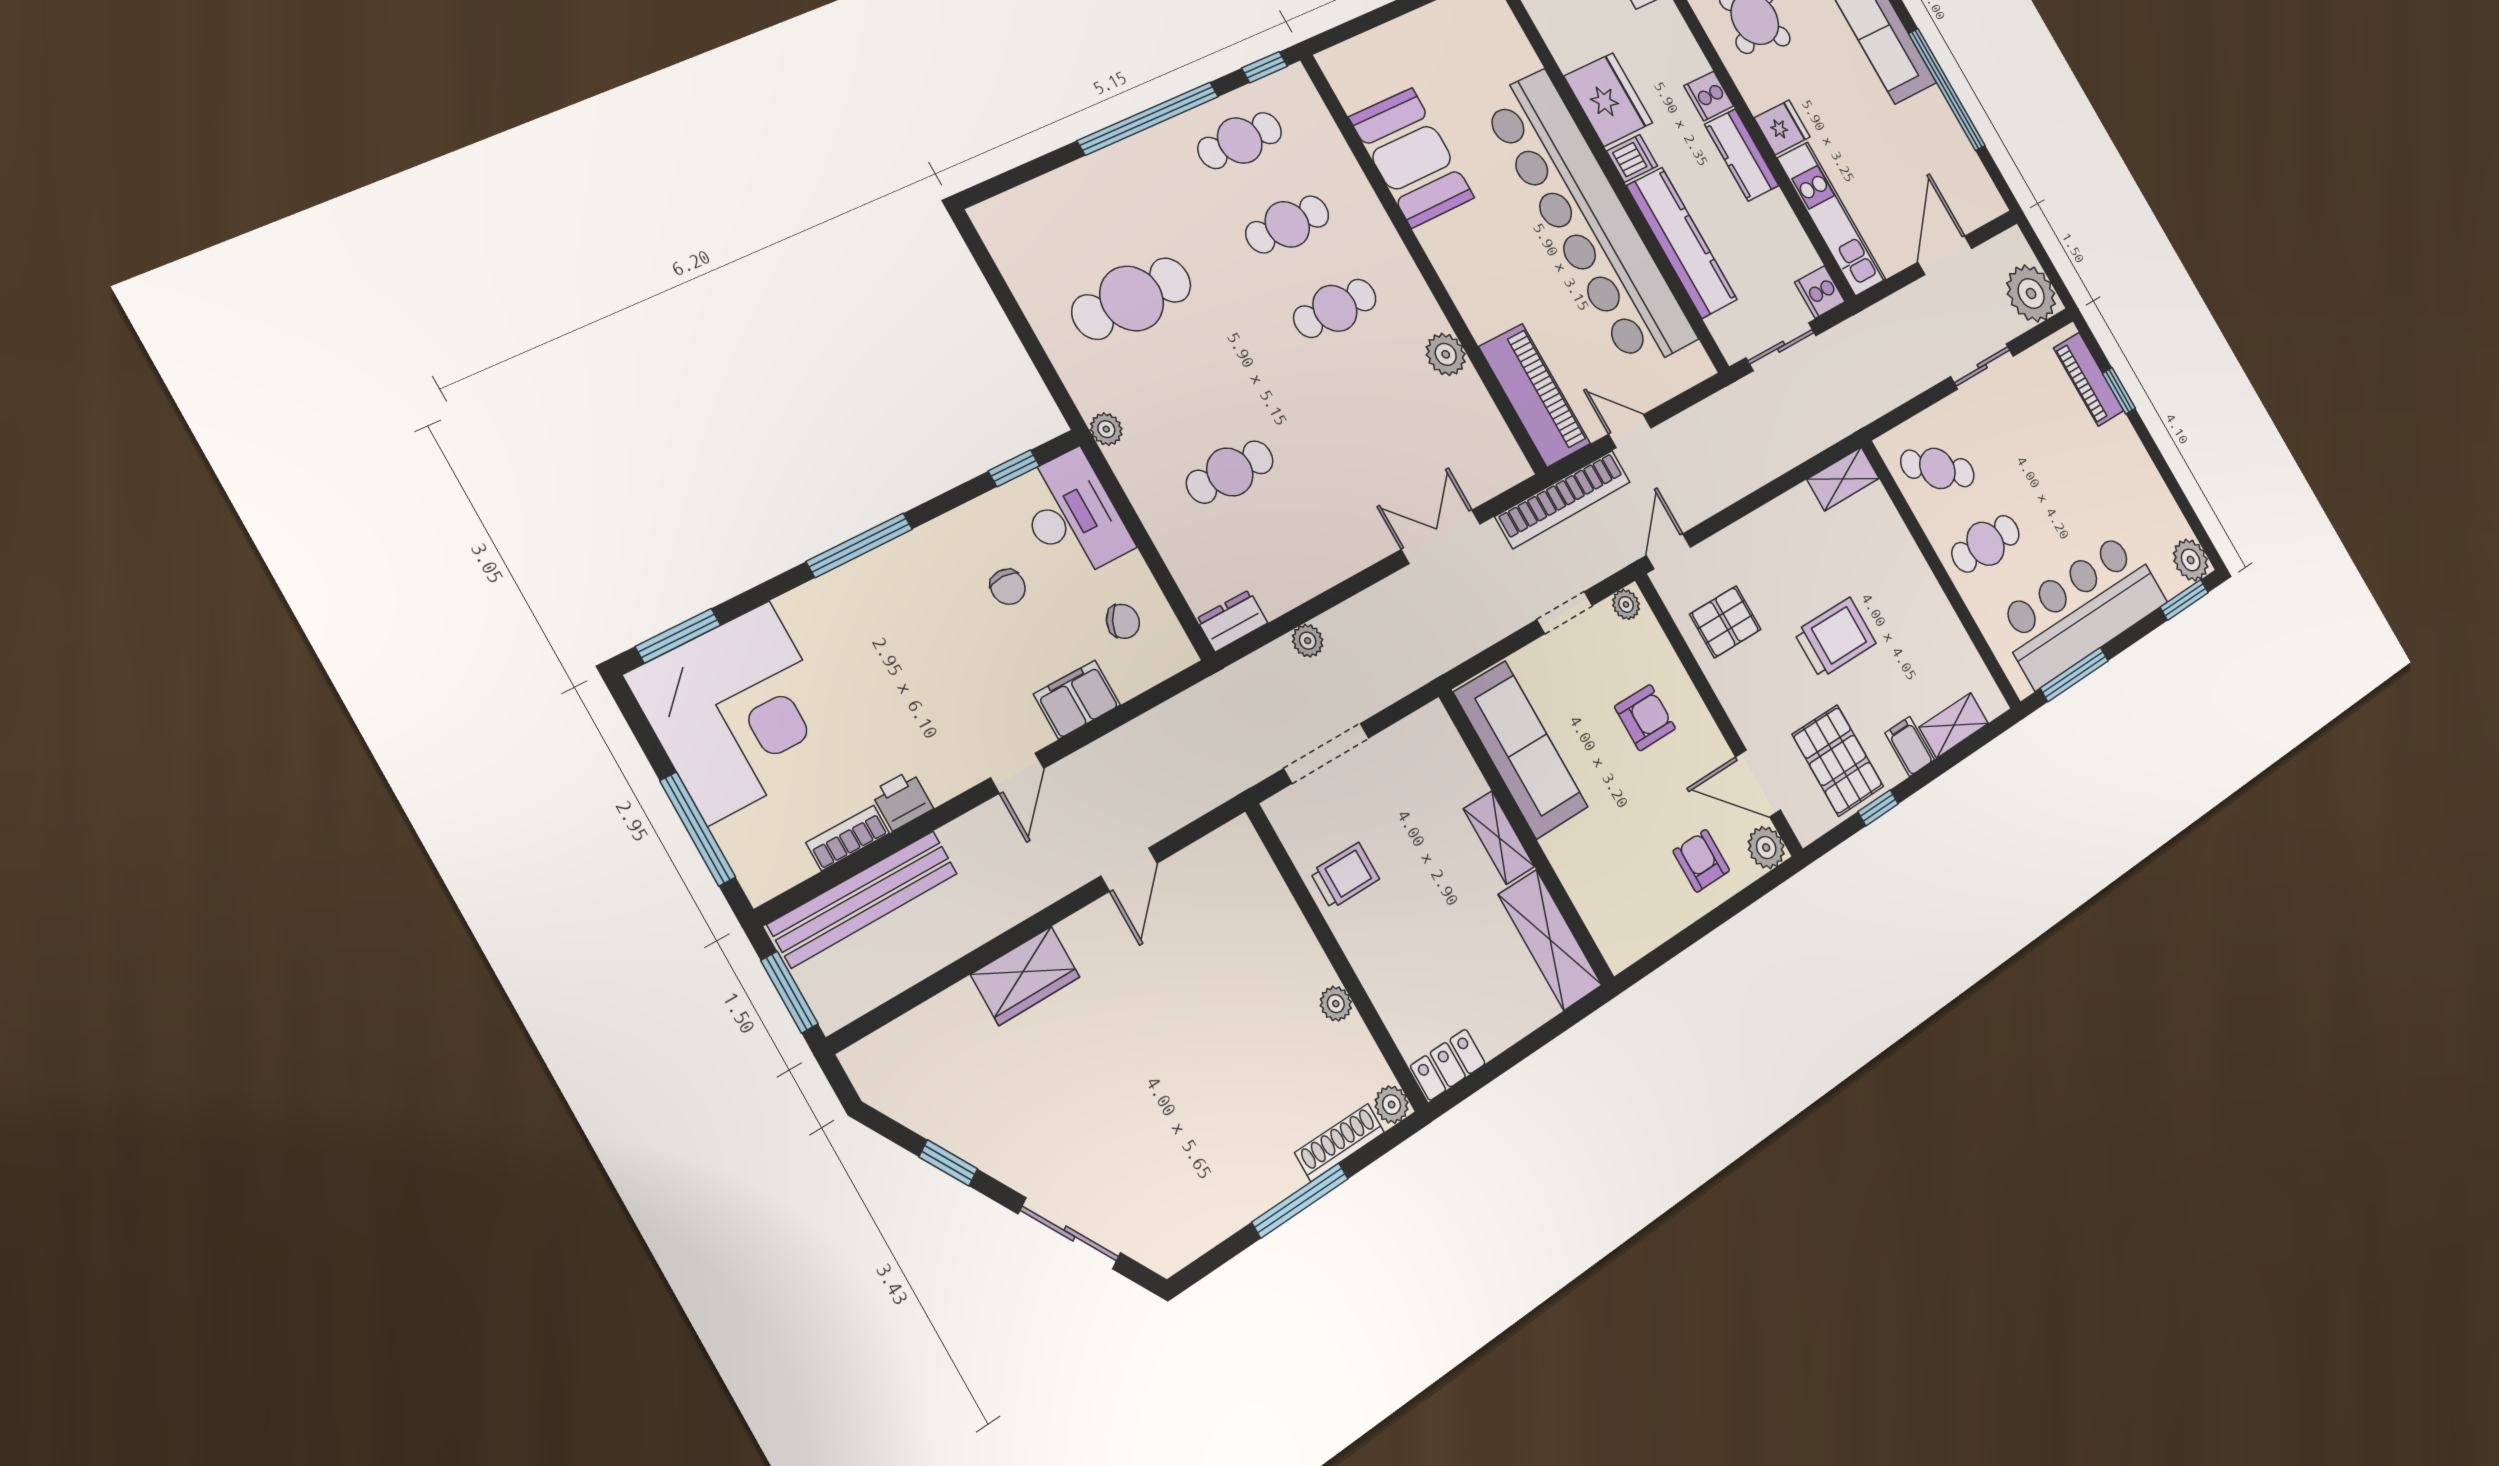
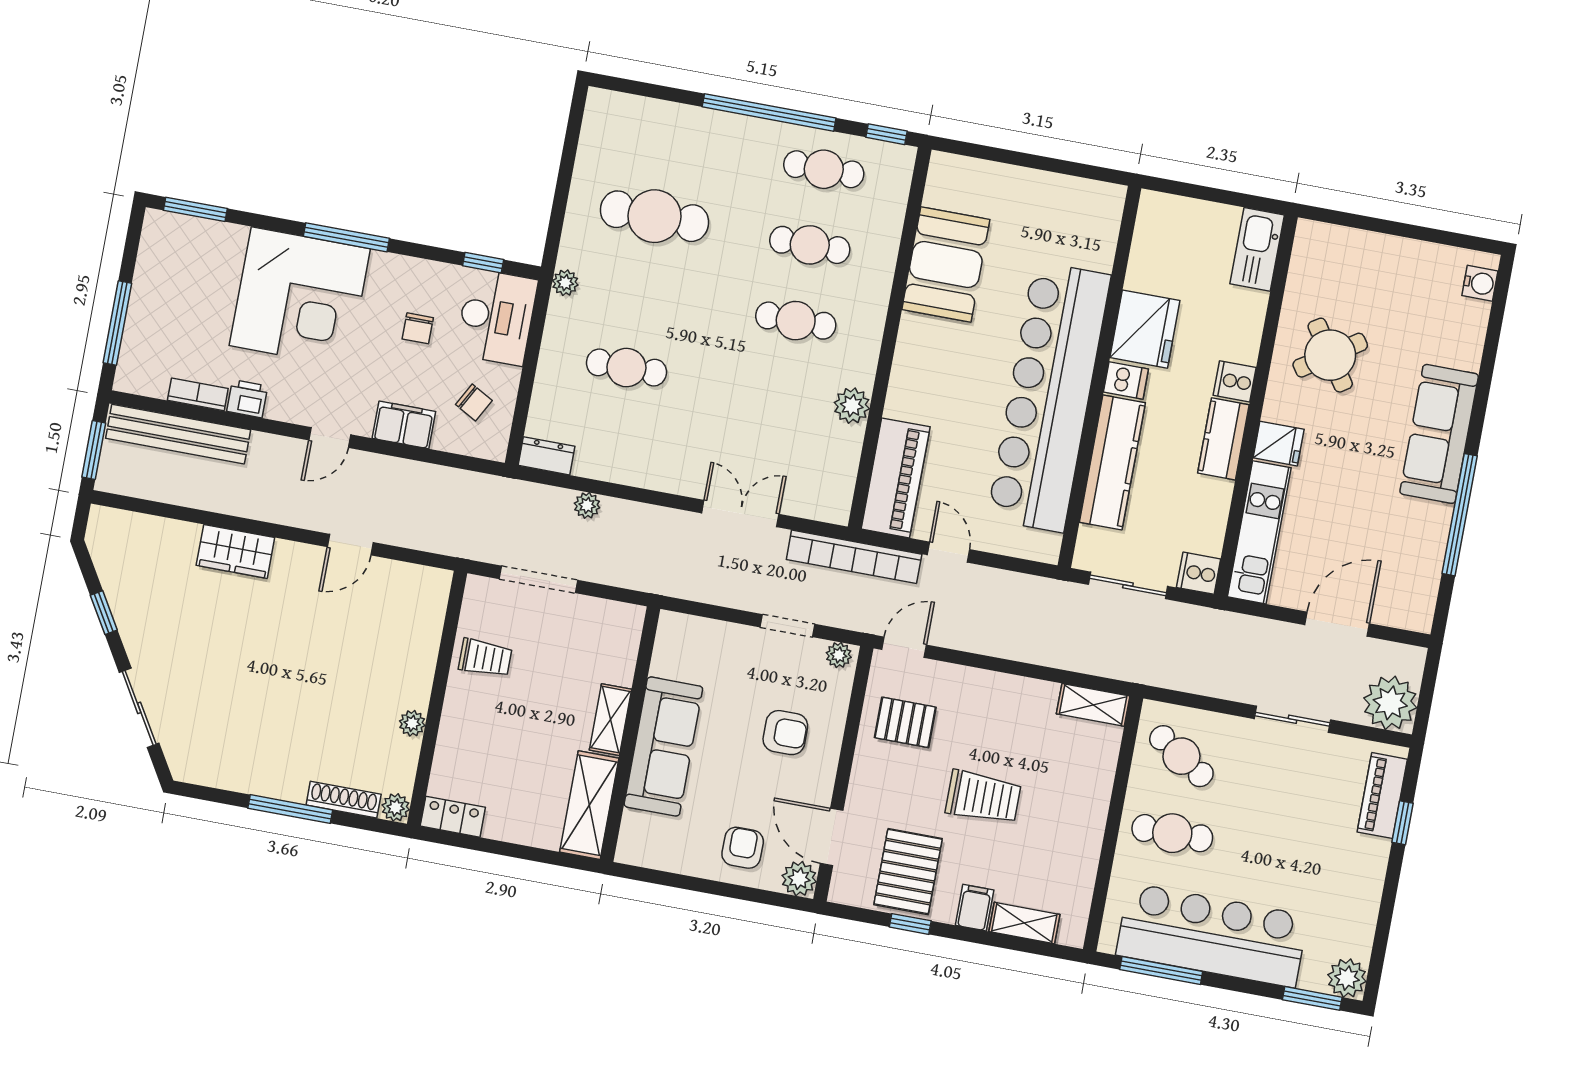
corner desk: (739, 712) -> (300, 297), moved
sofa: (1521, 750) -> (663, 747), moved

